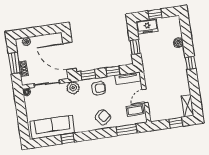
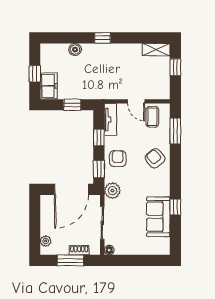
sofa: (52, 127) -> (158, 217), width x0.73

